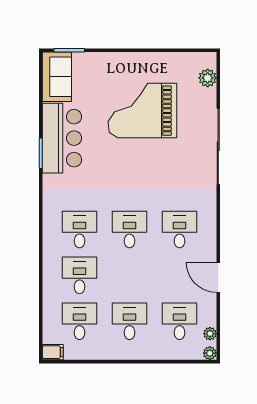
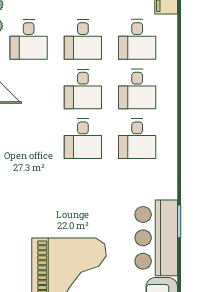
desk: (180, 230) -> (83, 89), moved

